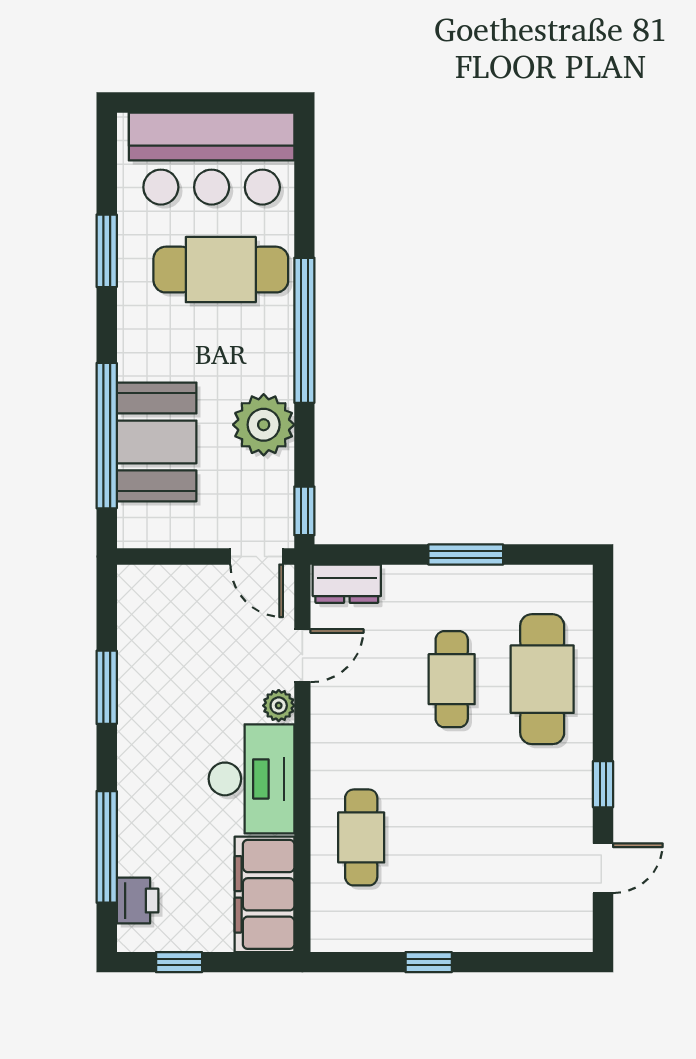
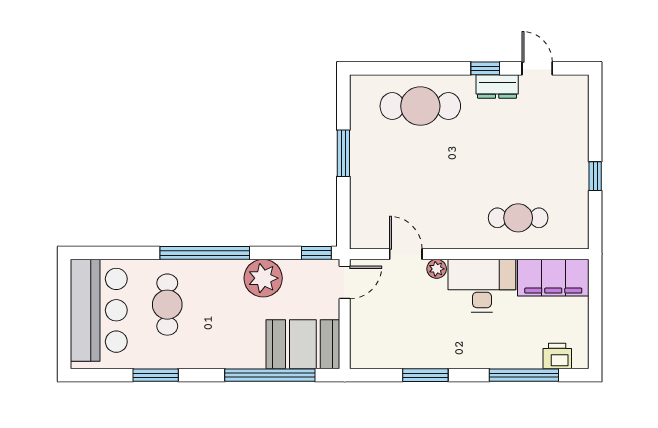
cafe table: (221, 270) -> (167, 305), width x0.73, depth x0.74
booth: (157, 442) -> (303, 344), moved
dresser: (347, 584) -> (497, 87), moved, turned 90
cafe table: (452, 679) -> (420, 162), removed
window: (179, 962) -> (595, 330), removed

